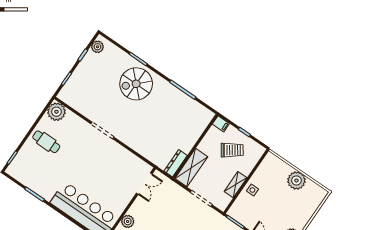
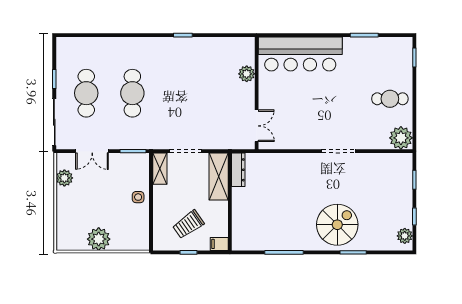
double door: (144, 184) -> (257, 126), swing flipped
shelving: (236, 185) -> (160, 169), moved

